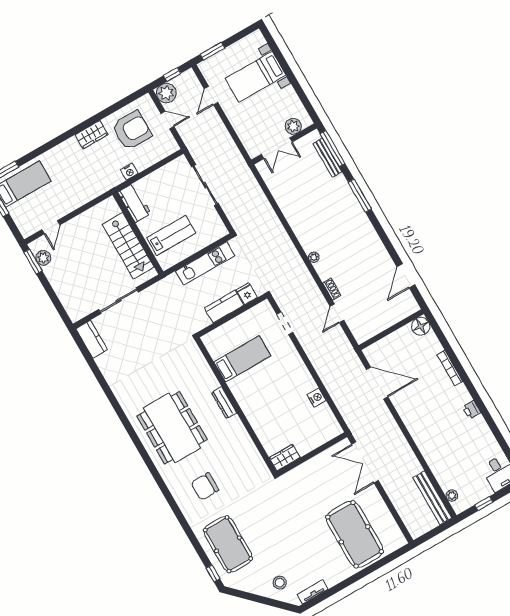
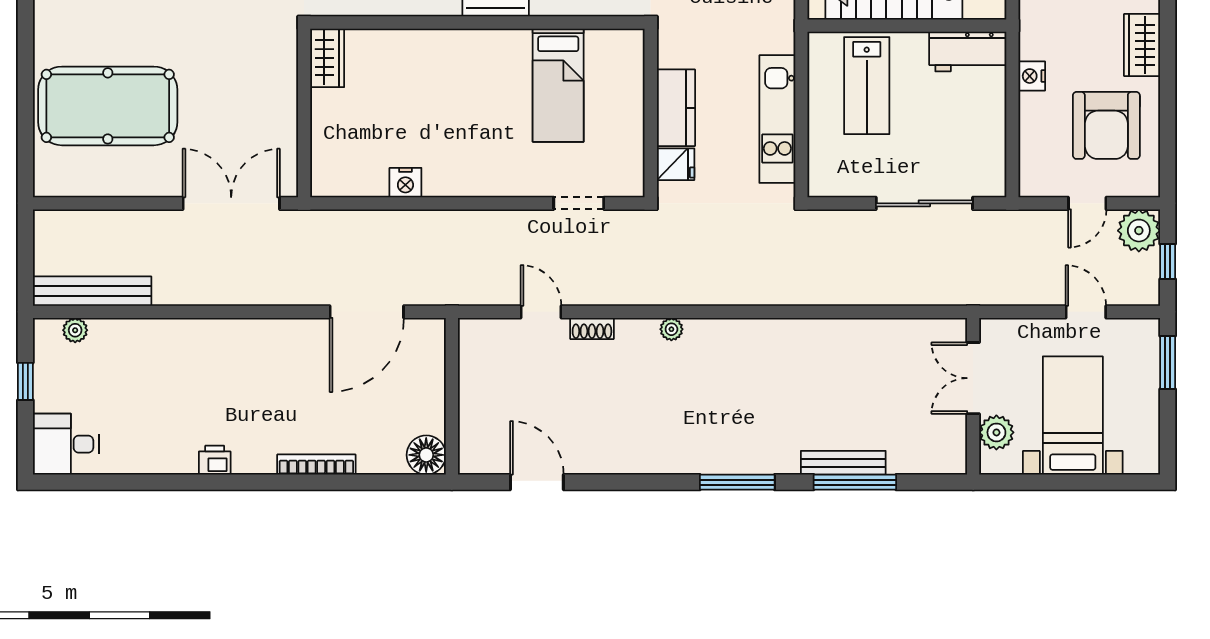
plant: (293, 126) -> (996, 432), moved
wall: (284, 144) -> (973, 396), moved
double door: (277, 148) -> (973, 378), moved

